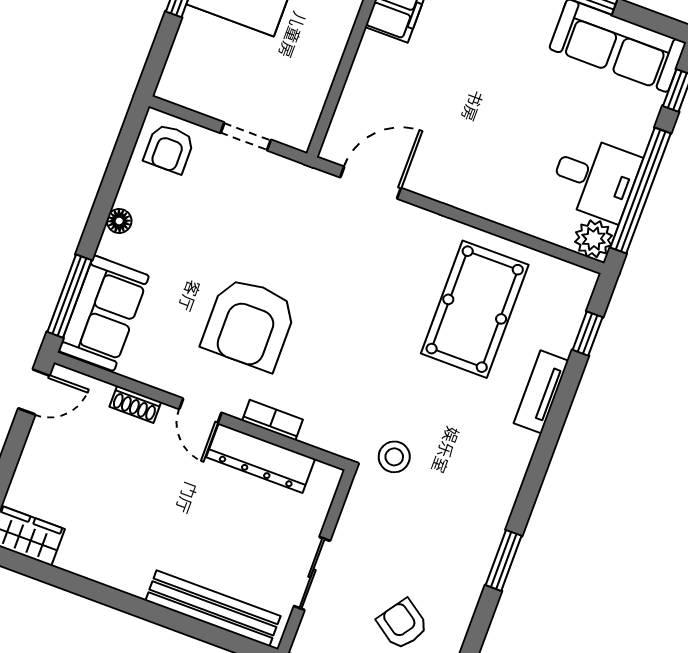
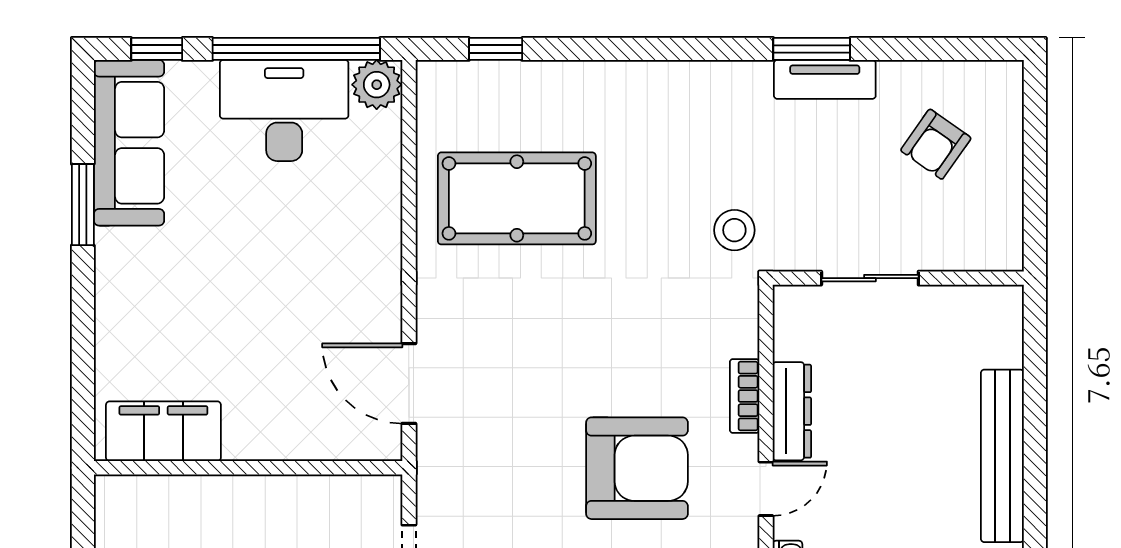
desk: (595, 178) -> (284, 110), width x1.37
tv unit: (541, 392) -> (825, 79), moved
dresser: (261, 458) -> (792, 411), width x0.73, depth x0.80
sliding door: (312, 573) -> (870, 278), moved
bench: (213, 608) -> (1002, 456), moved

